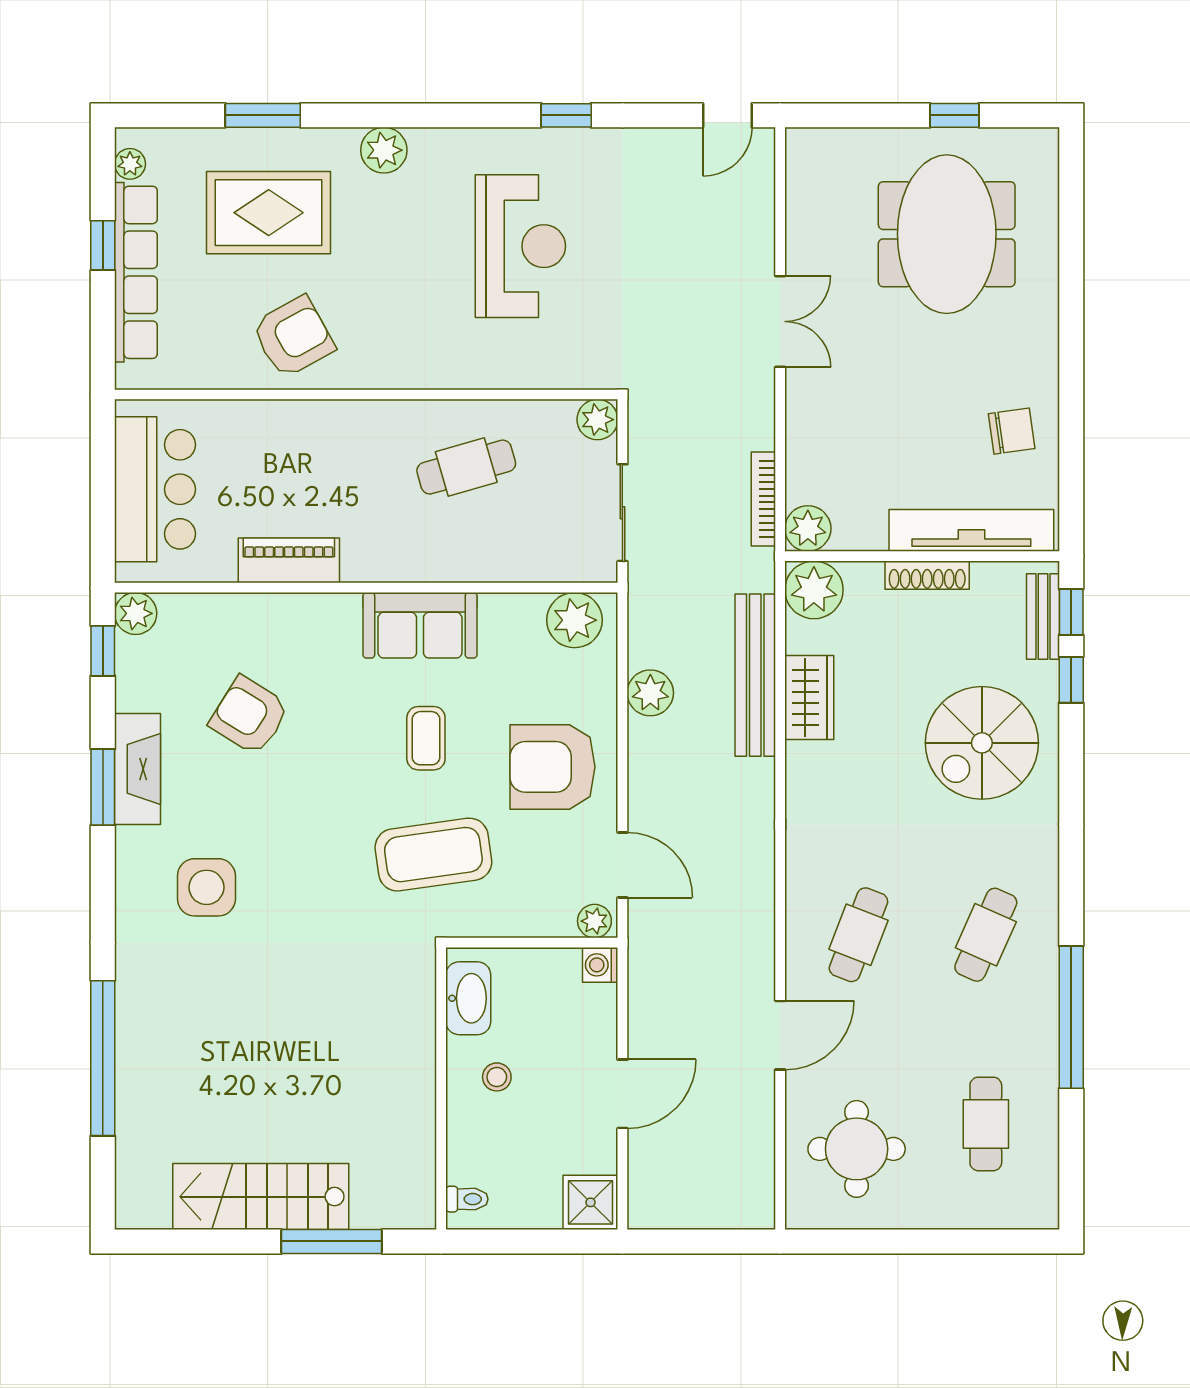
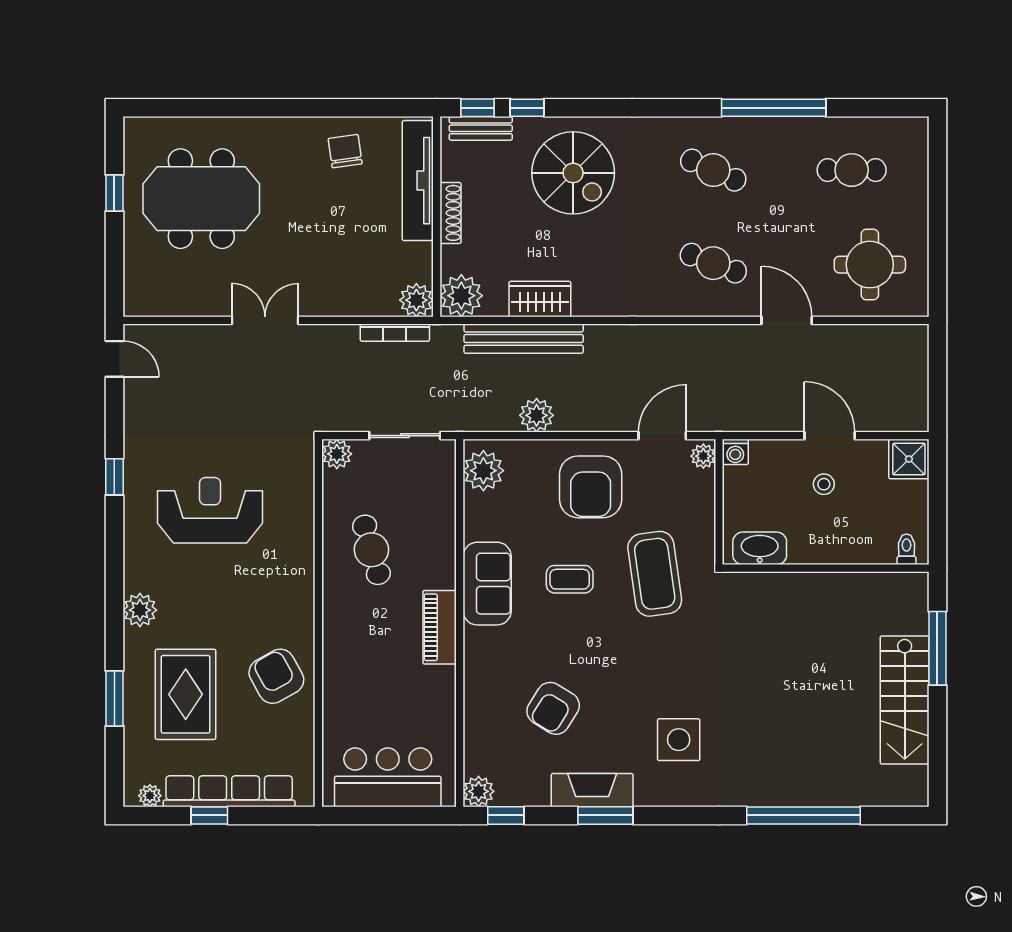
piano: (289, 560) -> (440, 627), moved
stool: (497, 1077) -> (824, 484), moved

